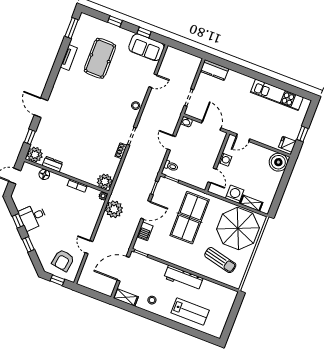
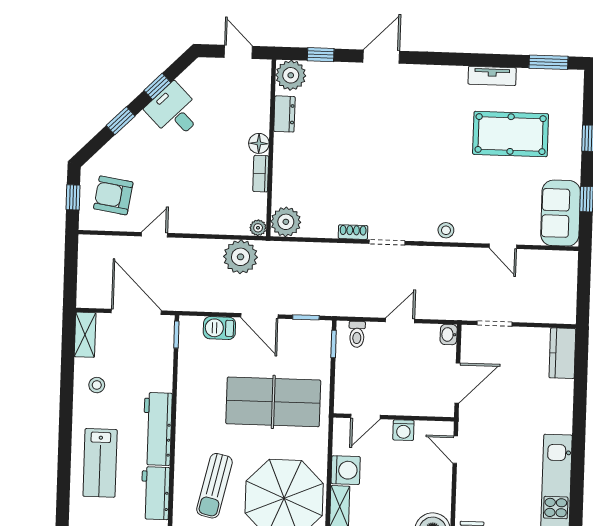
floor lamp: (44, 174) -> (259, 143), moved
workbench: (214, 290) -> (155, 493), added

